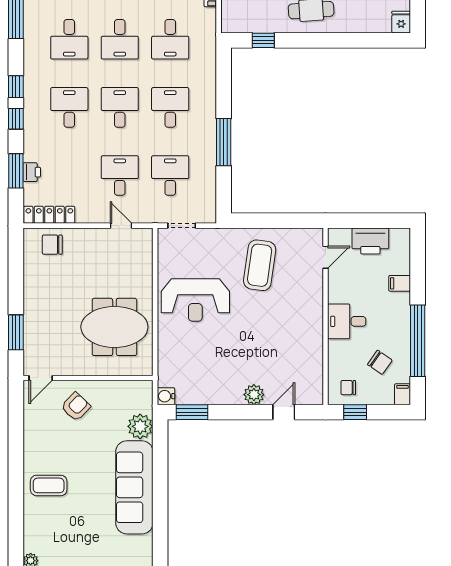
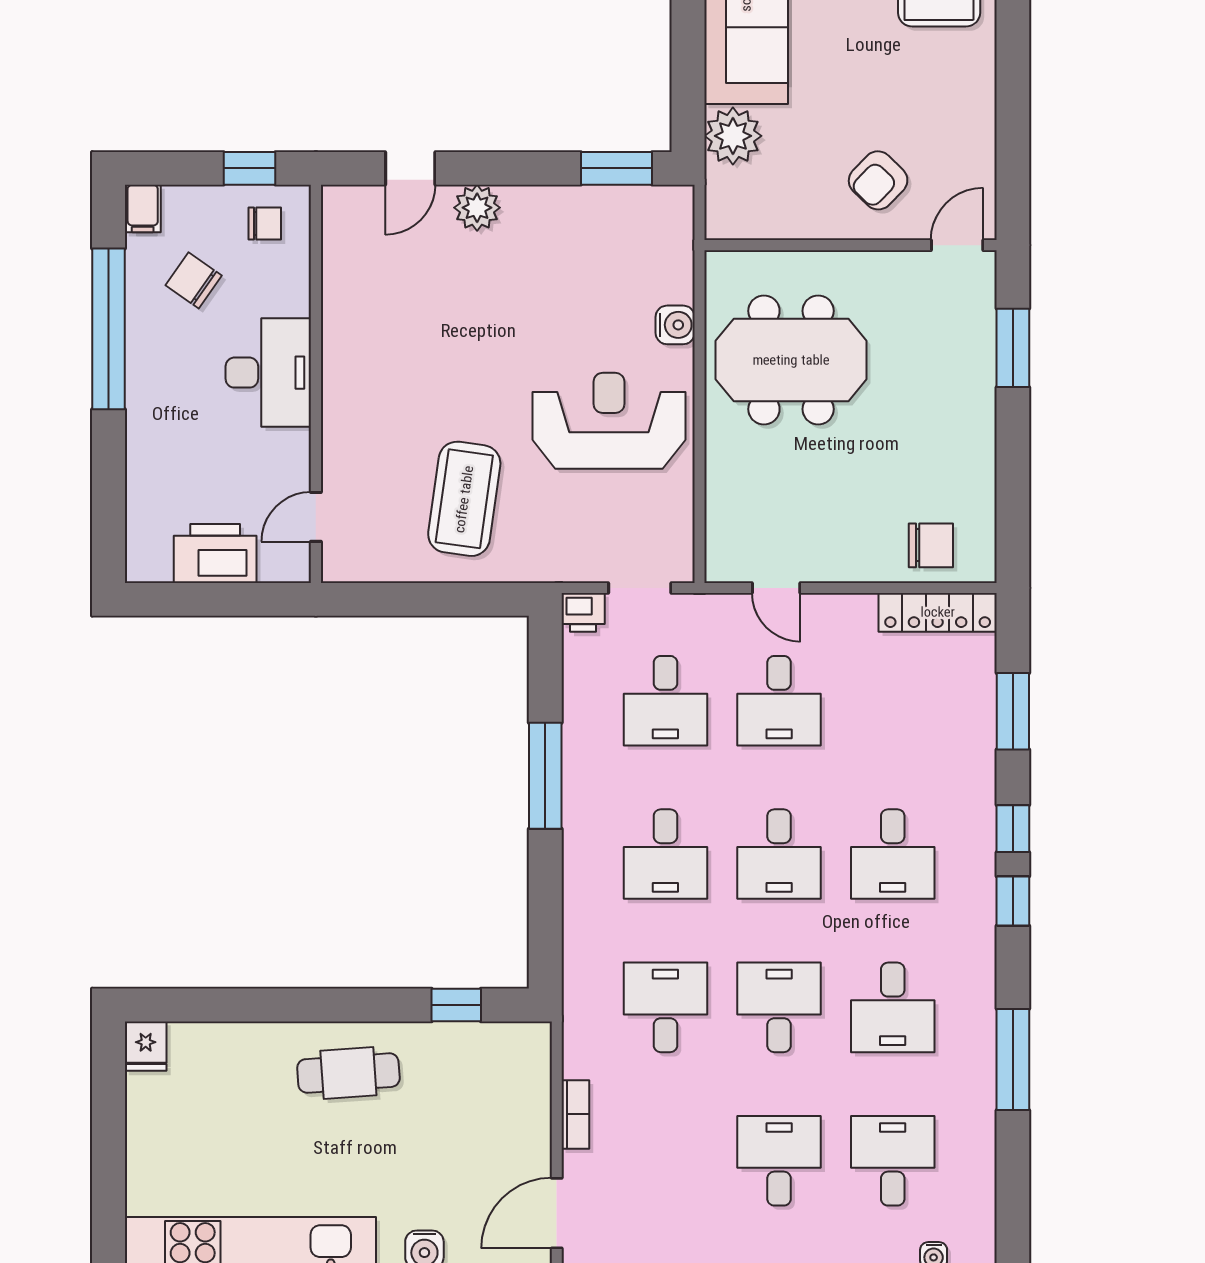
desk: (69, 39) -> (893, 1007), turned 180
printer: (32, 172) -> (583, 612), moved, turned -90
filing cabinet: (400, 283) -> (149, 458), removed
desk: (347, 321) -> (268, 373), width x1.37
water cooler: (166, 396) -> (675, 325), moved

